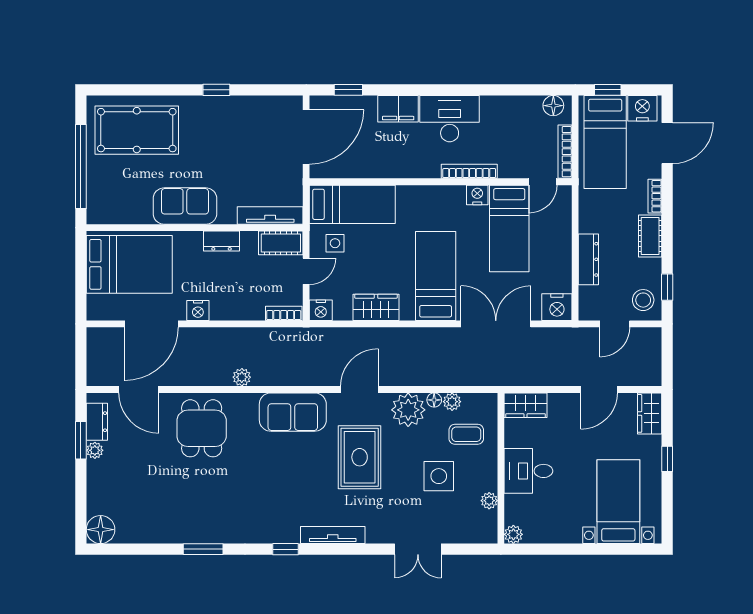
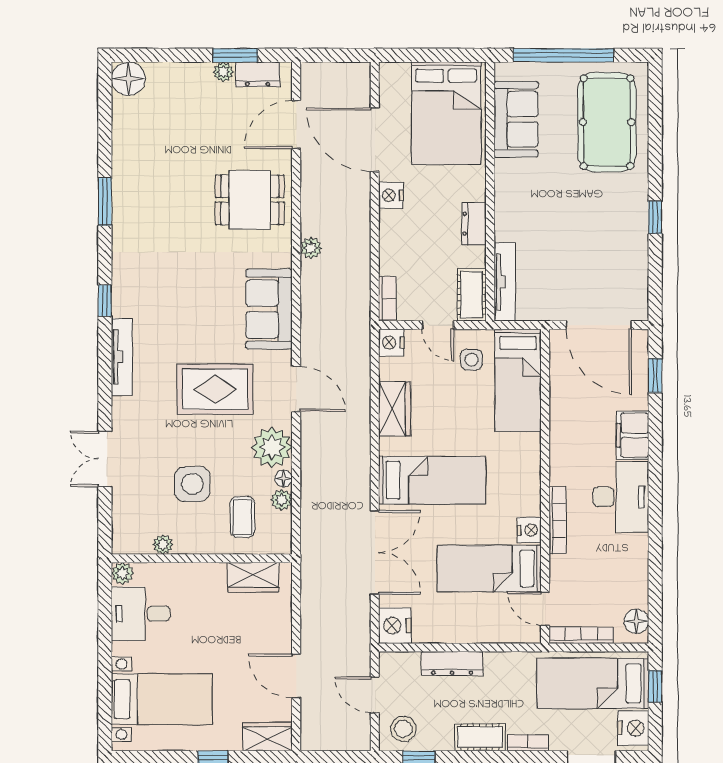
sofa: (185, 206) -> (516, 119), moved
wardrobe: (525, 405) -> (253, 577), moved, turned -90
desk: (528, 471) -> (140, 614), moved, turned -90

